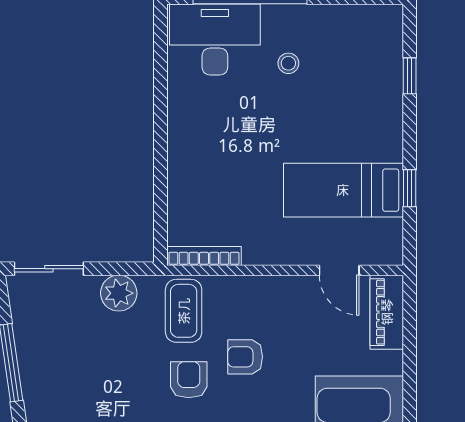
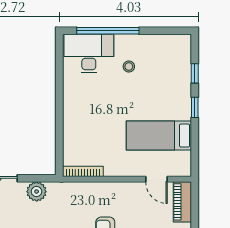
window: (410, 188) -> (195, 107), moved
coffee table: (184, 311) -> (72, 201), removed

